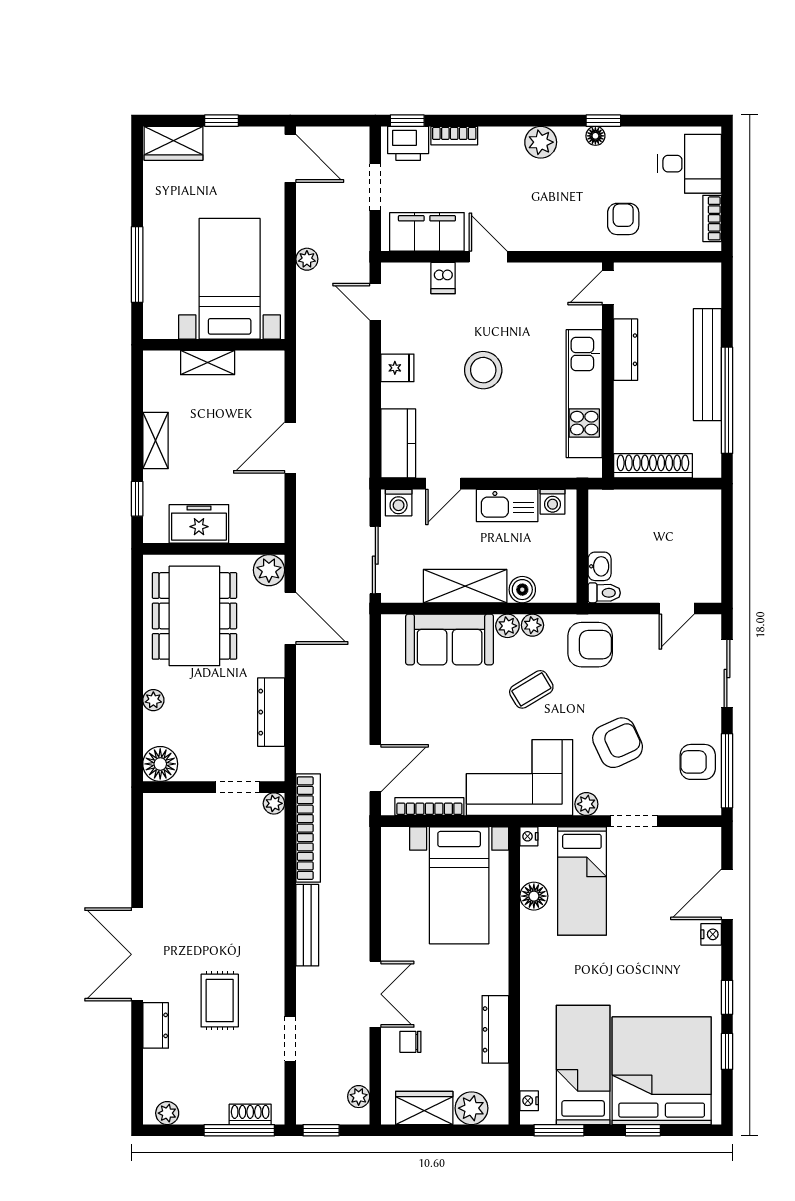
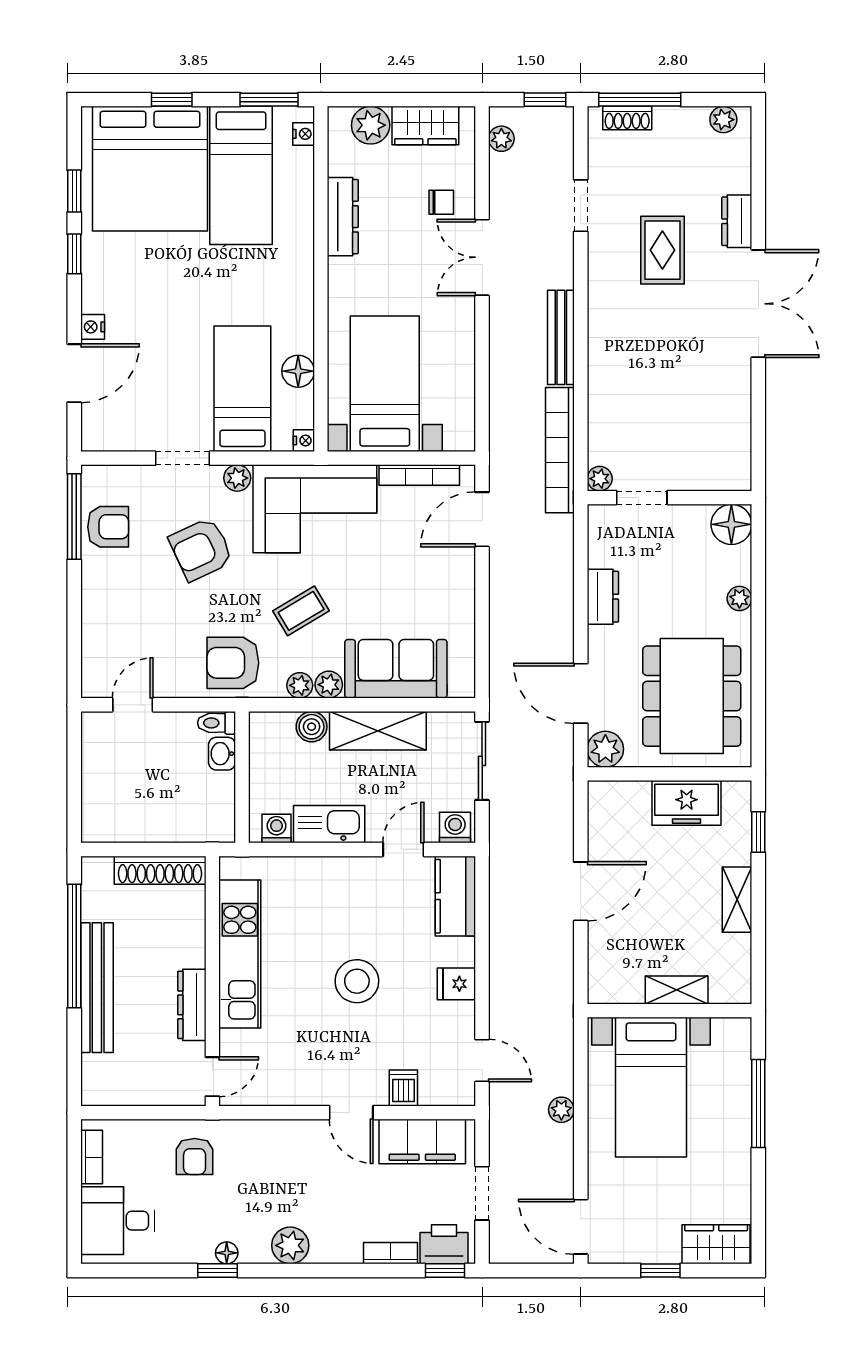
sliding door: (727, 674) -> (74, 629), removed
dresser: (271, 712) -> (603, 597), width x0.70

